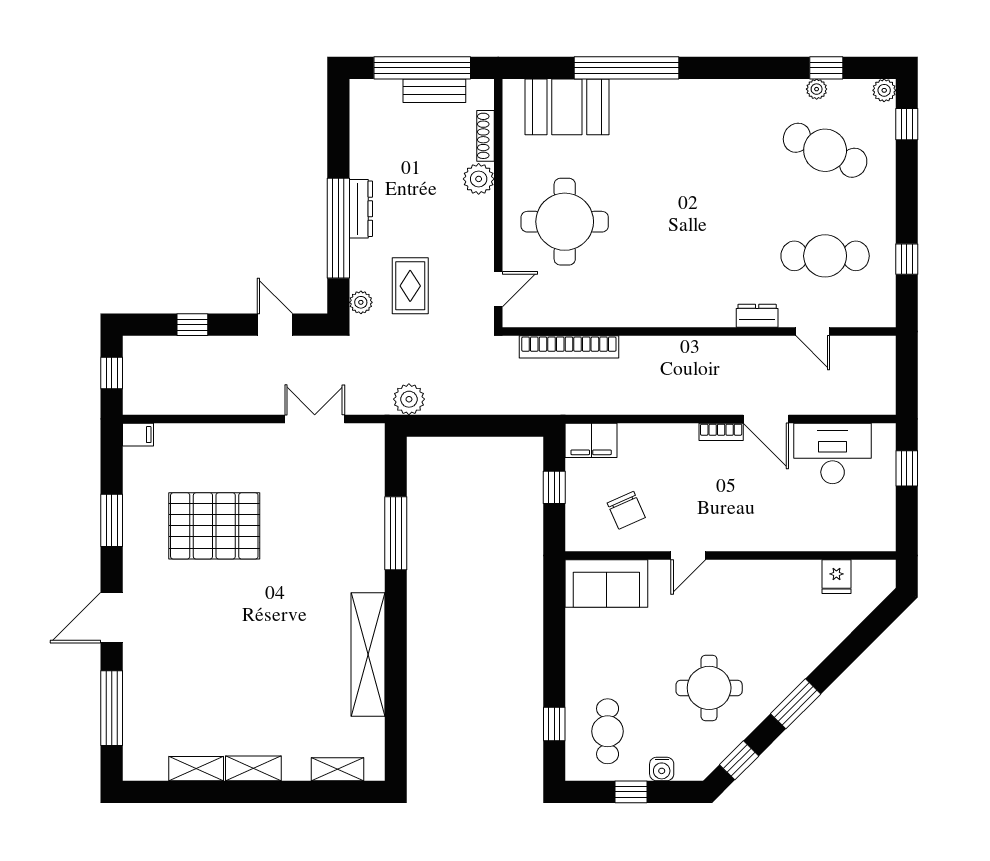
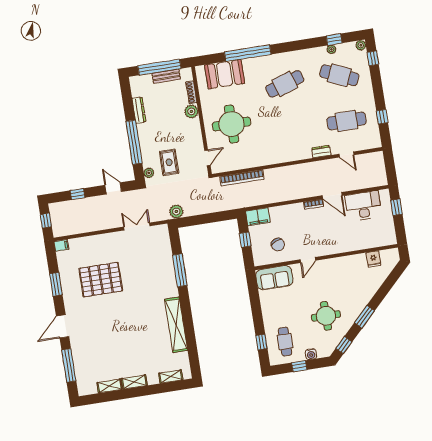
cafe table: (699, 150) -> (285, 84), added
dresser: (361, 209) -> (139, 110), moved

